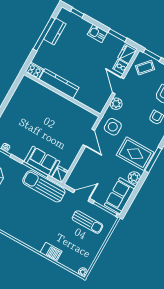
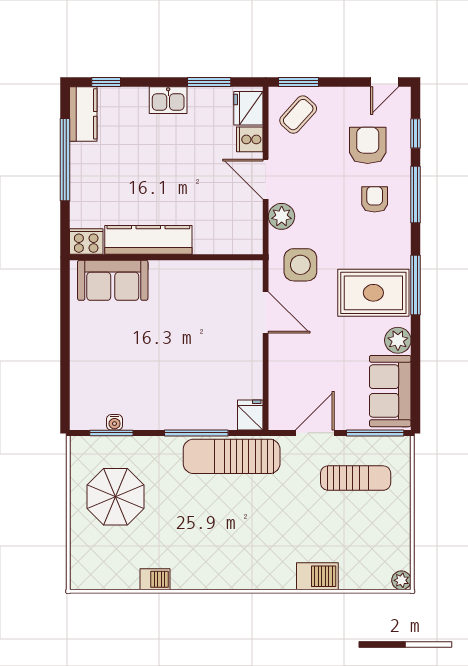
kitchen counter: (55, 32) -> (83, 114), moved
sofa: (42, 161) -> (113, 280), moved, turned 180

